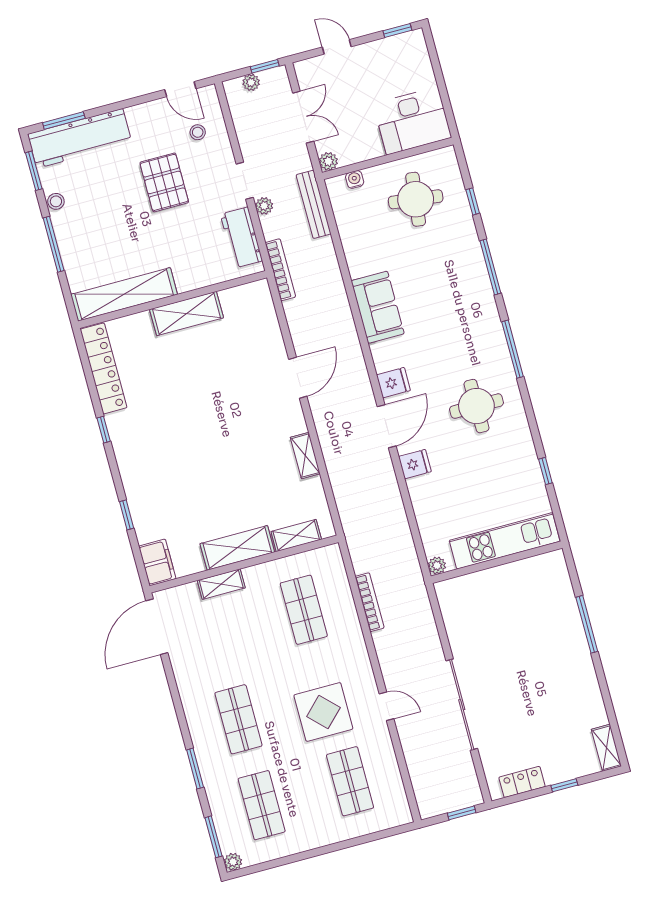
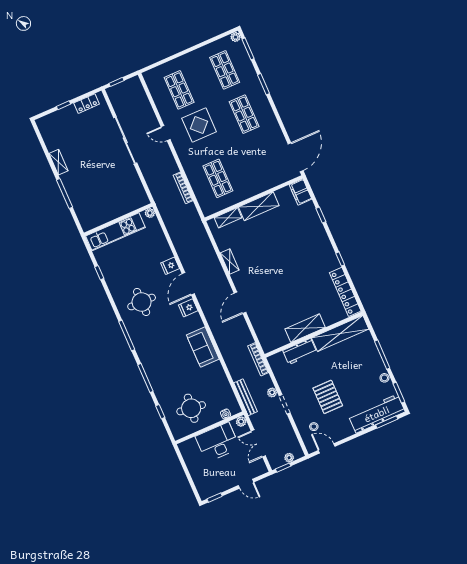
desk: (412, 121) -> (218, 442), moved
workbench: (241, 237) -> (300, 351), moved, turned 90
shelving: (221, 584) -> (264, 185), removed
shelving: (606, 748) -> (59, 162), moved

